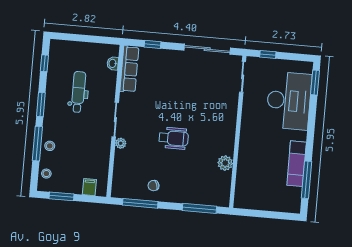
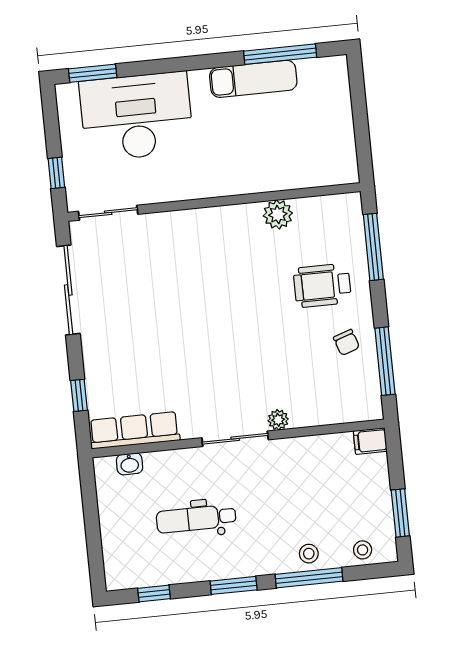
wheelchair: (174, 138) -> (322, 286), moved, turned -90
filing cabinet: (89, 187) -> (370, 441), moved

